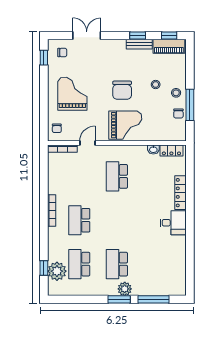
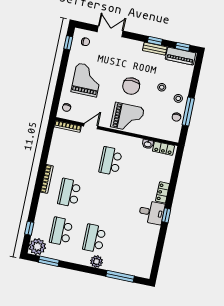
locker: (181, 193) -> (163, 192), width x0.66
window: (190, 223) -> (166, 215), added
plant: (57, 271) -> (37, 247), moved
window: (119, 299) -> (49, 261), moved

